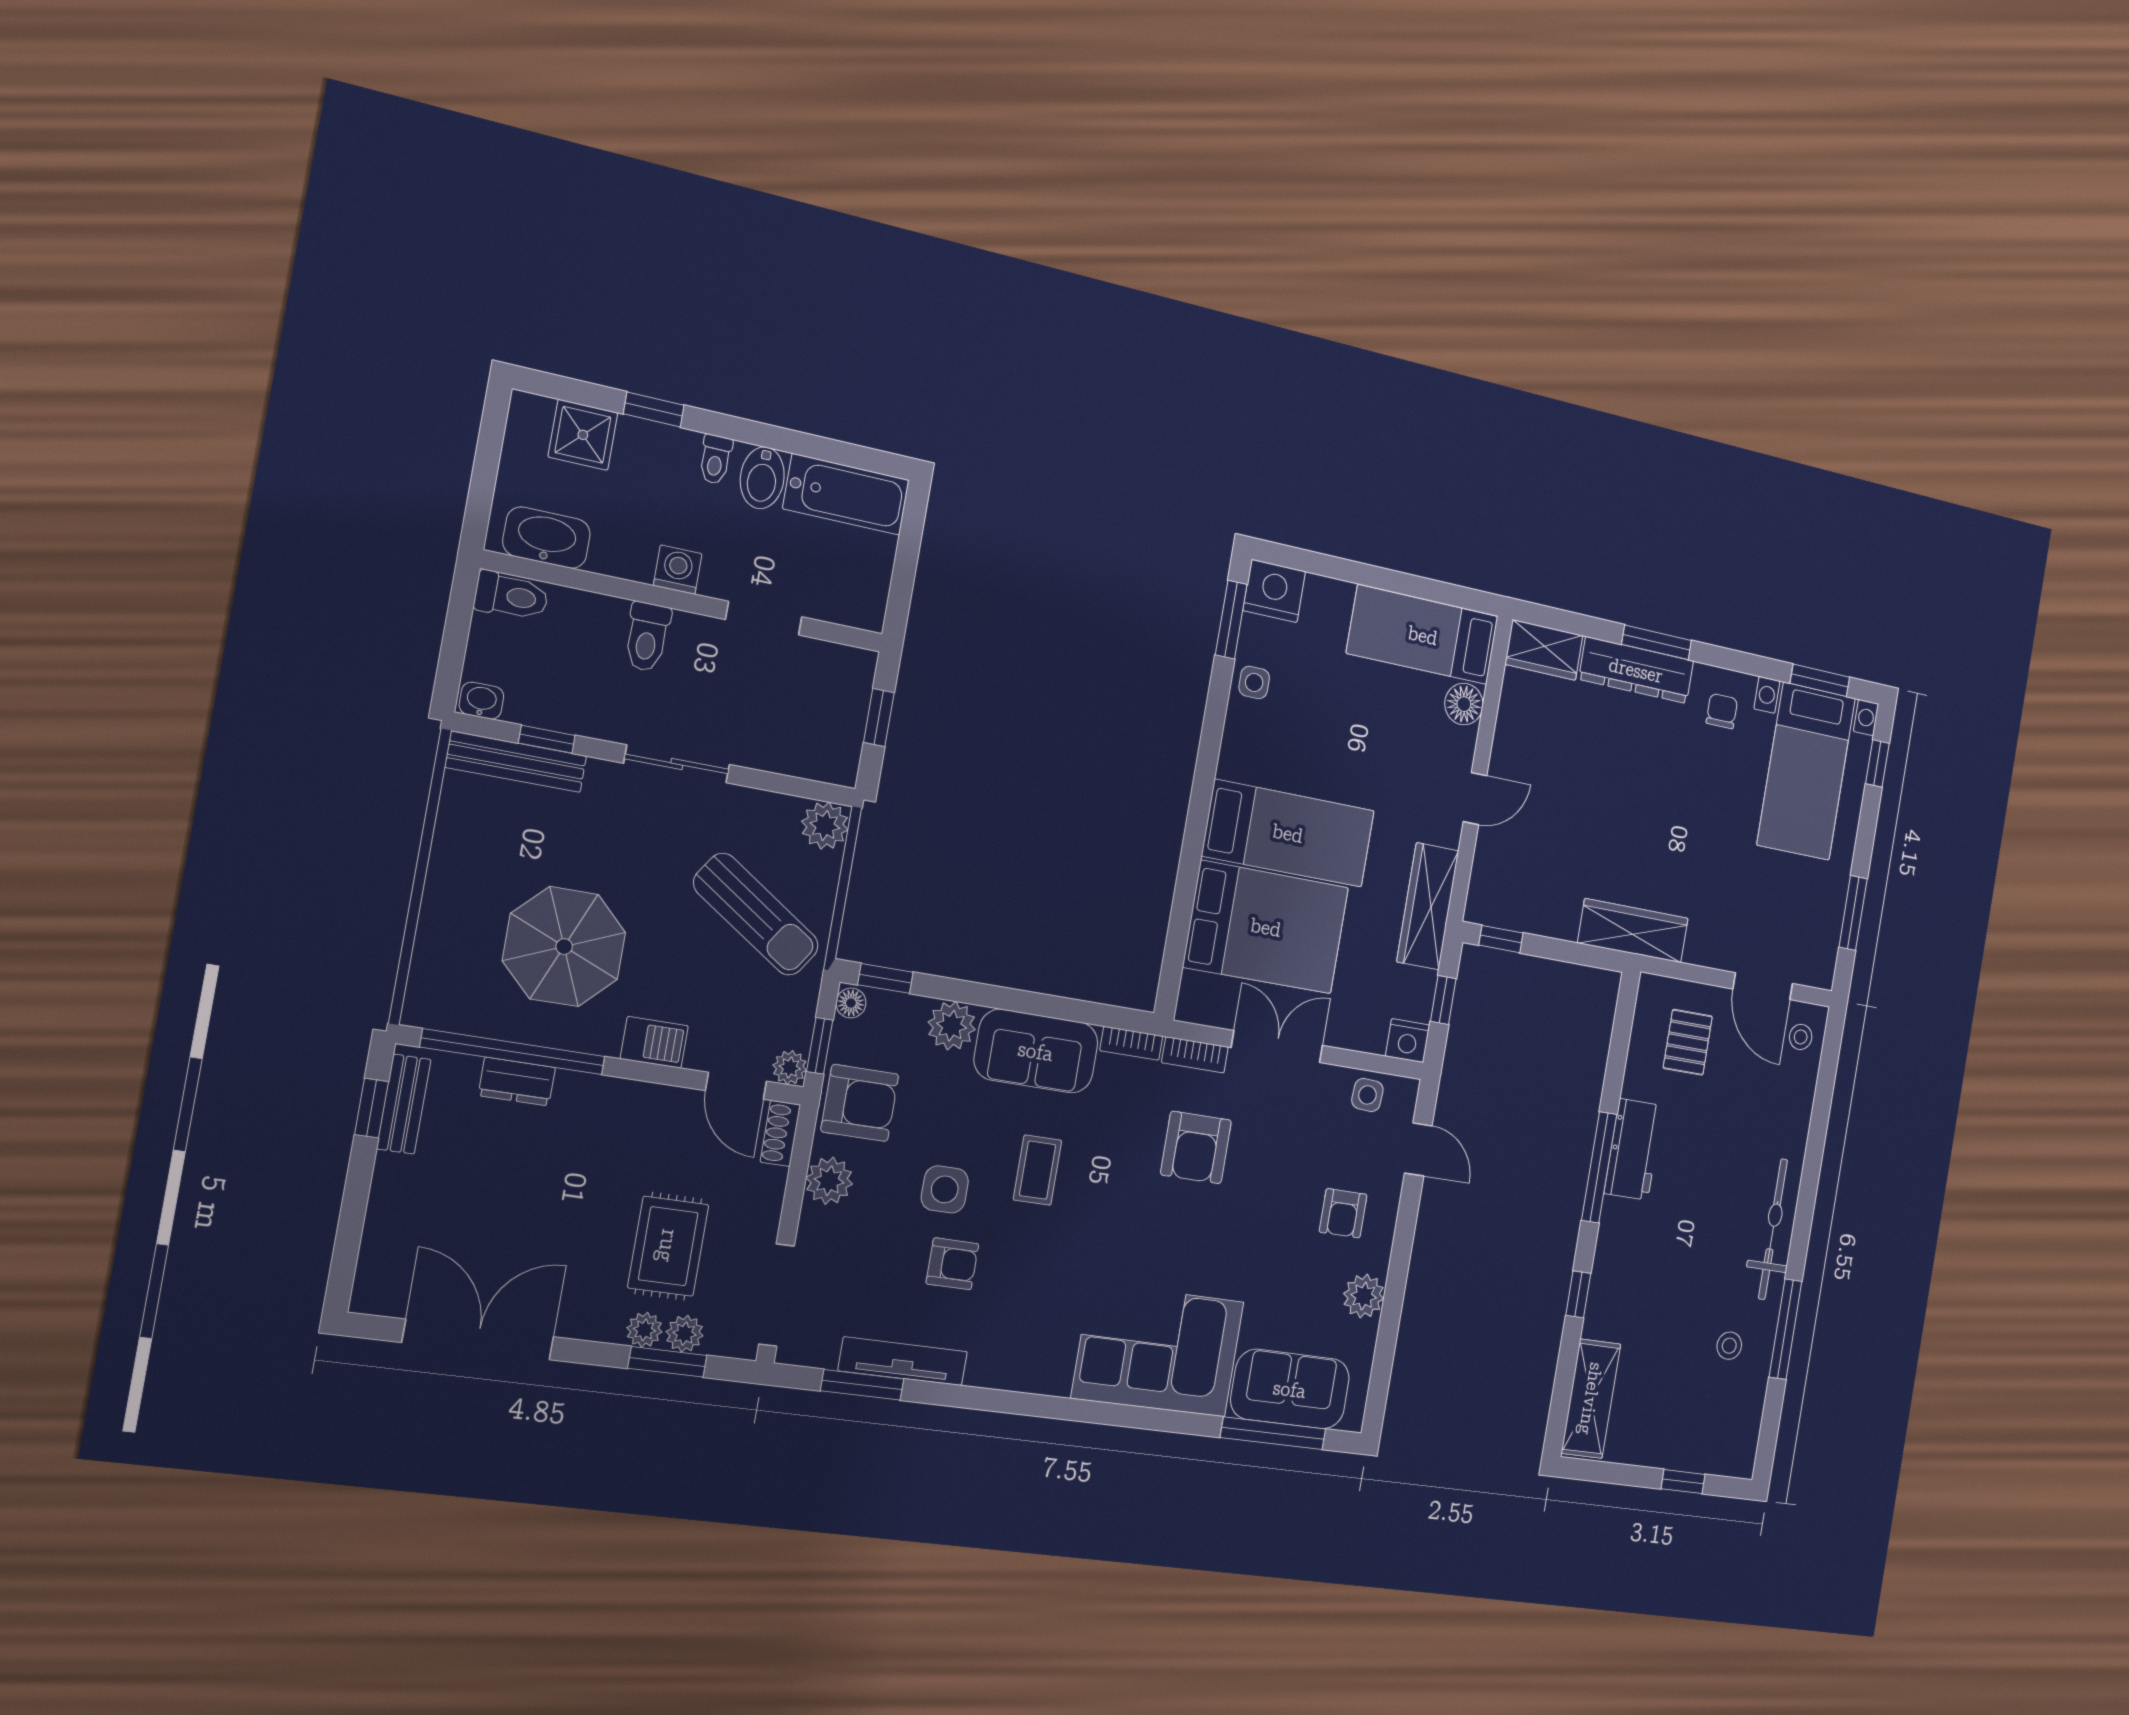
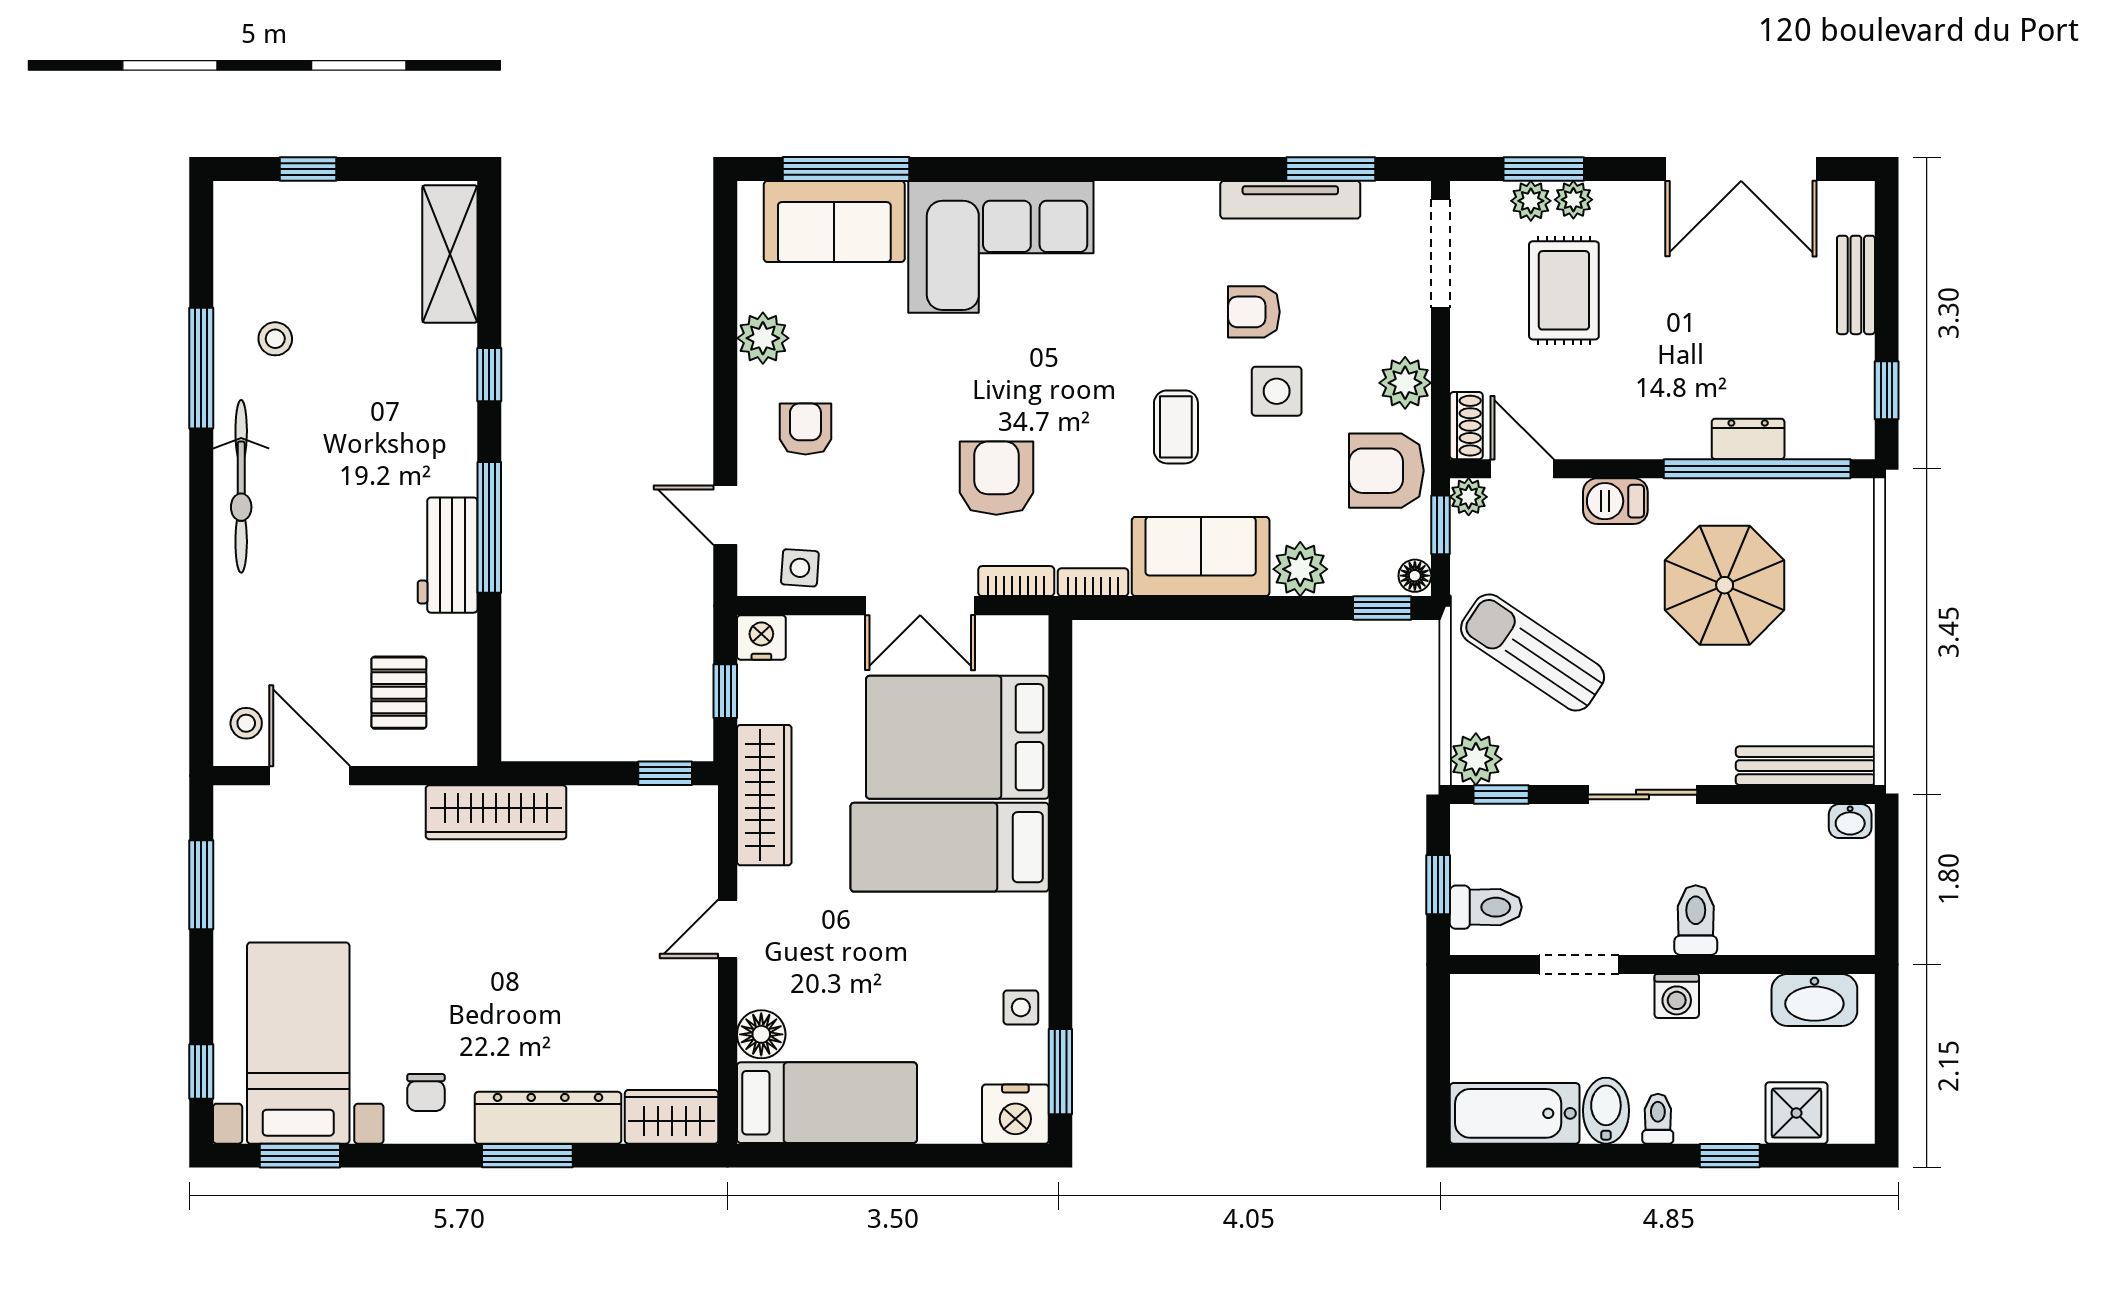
toilet: (511, 596) -> (1486, 907), moved, turned 180
window: (547, 739) -> (1501, 795), moved
bench: (404, 1104) -> (1856, 285), moved

